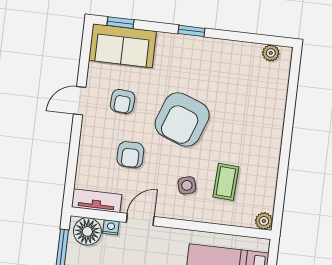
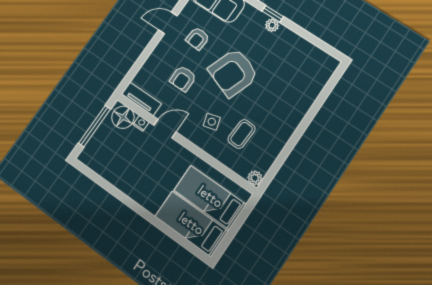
plant: (271, 53) -> (272, 25), moved

